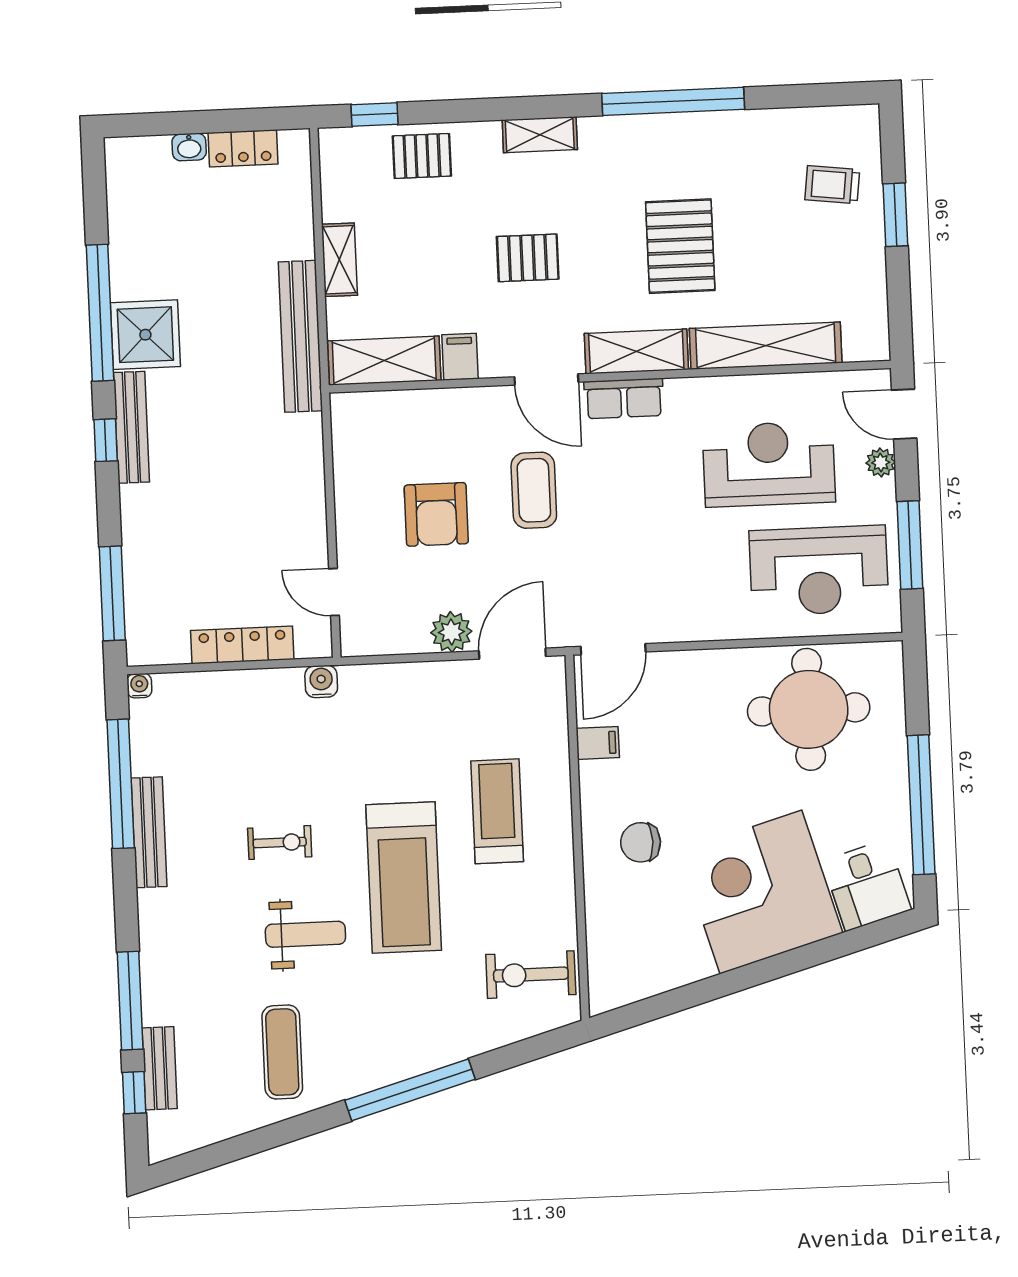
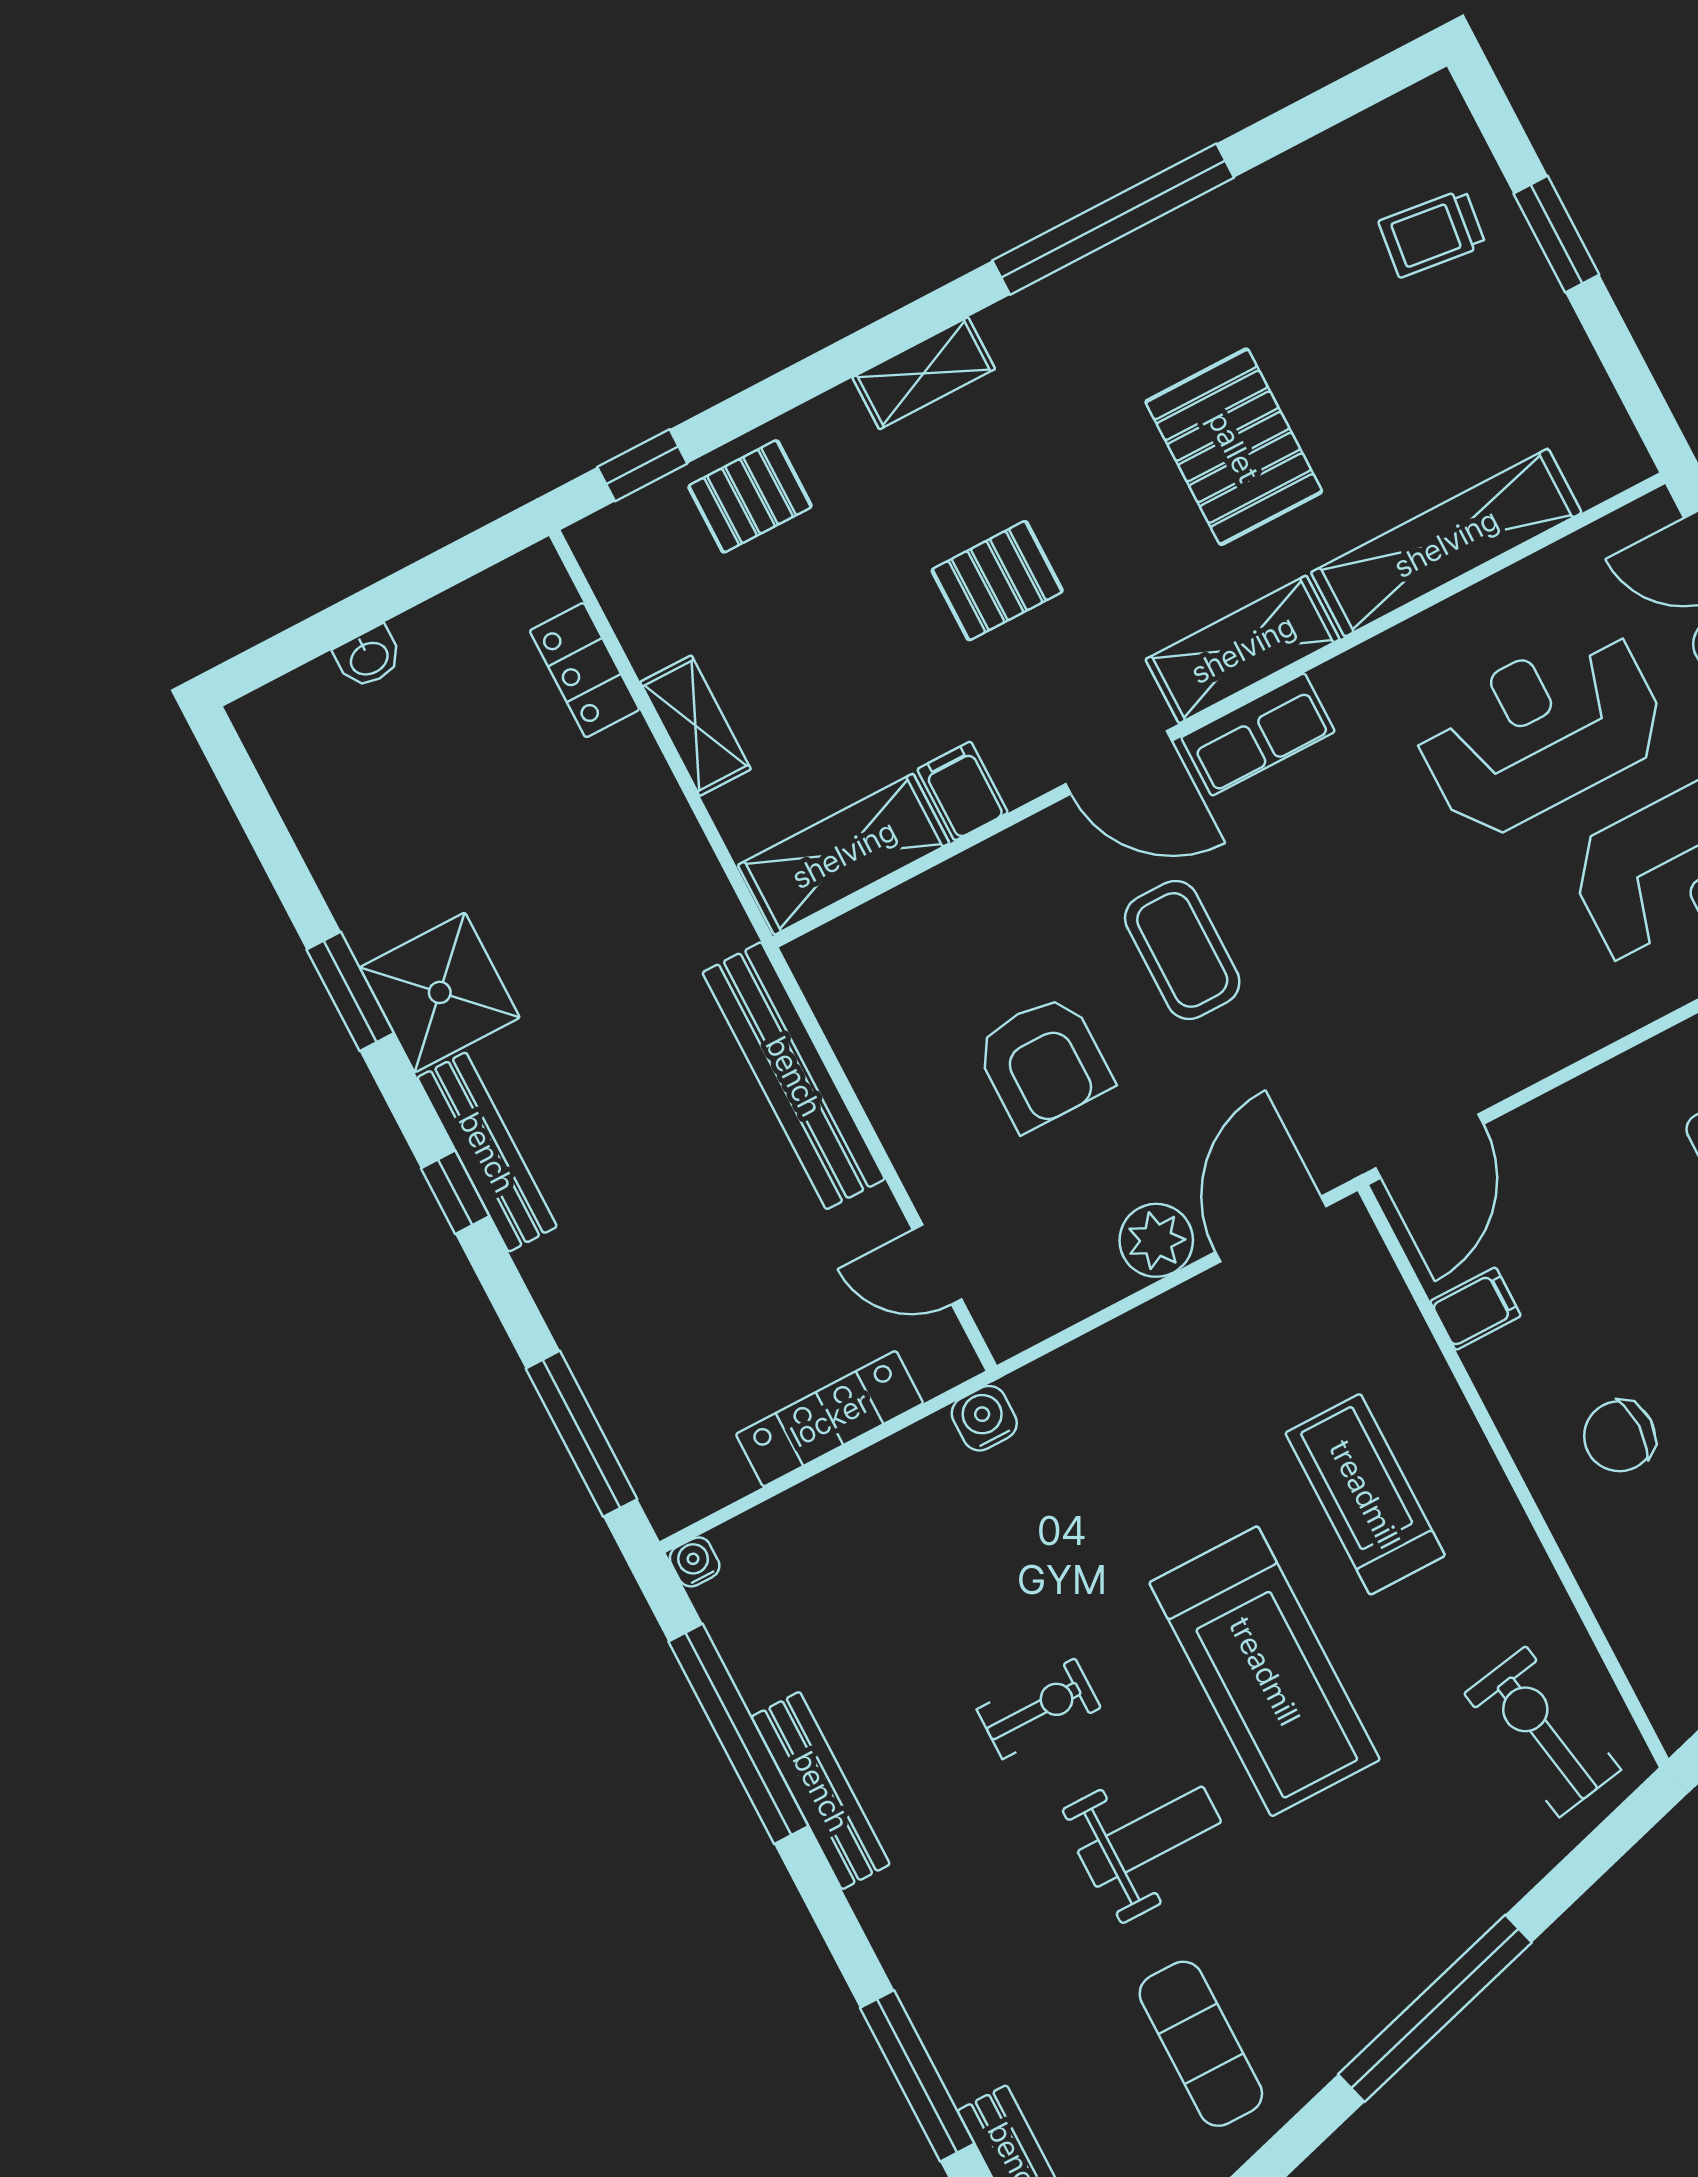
locker: (243, 148) -> (585, 670), moved, turned 90
window: (100, 313) -> (350, 991), width x0.47
bench: (300, 336) -> (794, 1076), moved
exercise bike: (531, 975) -> (1543, 1732), turned 80

